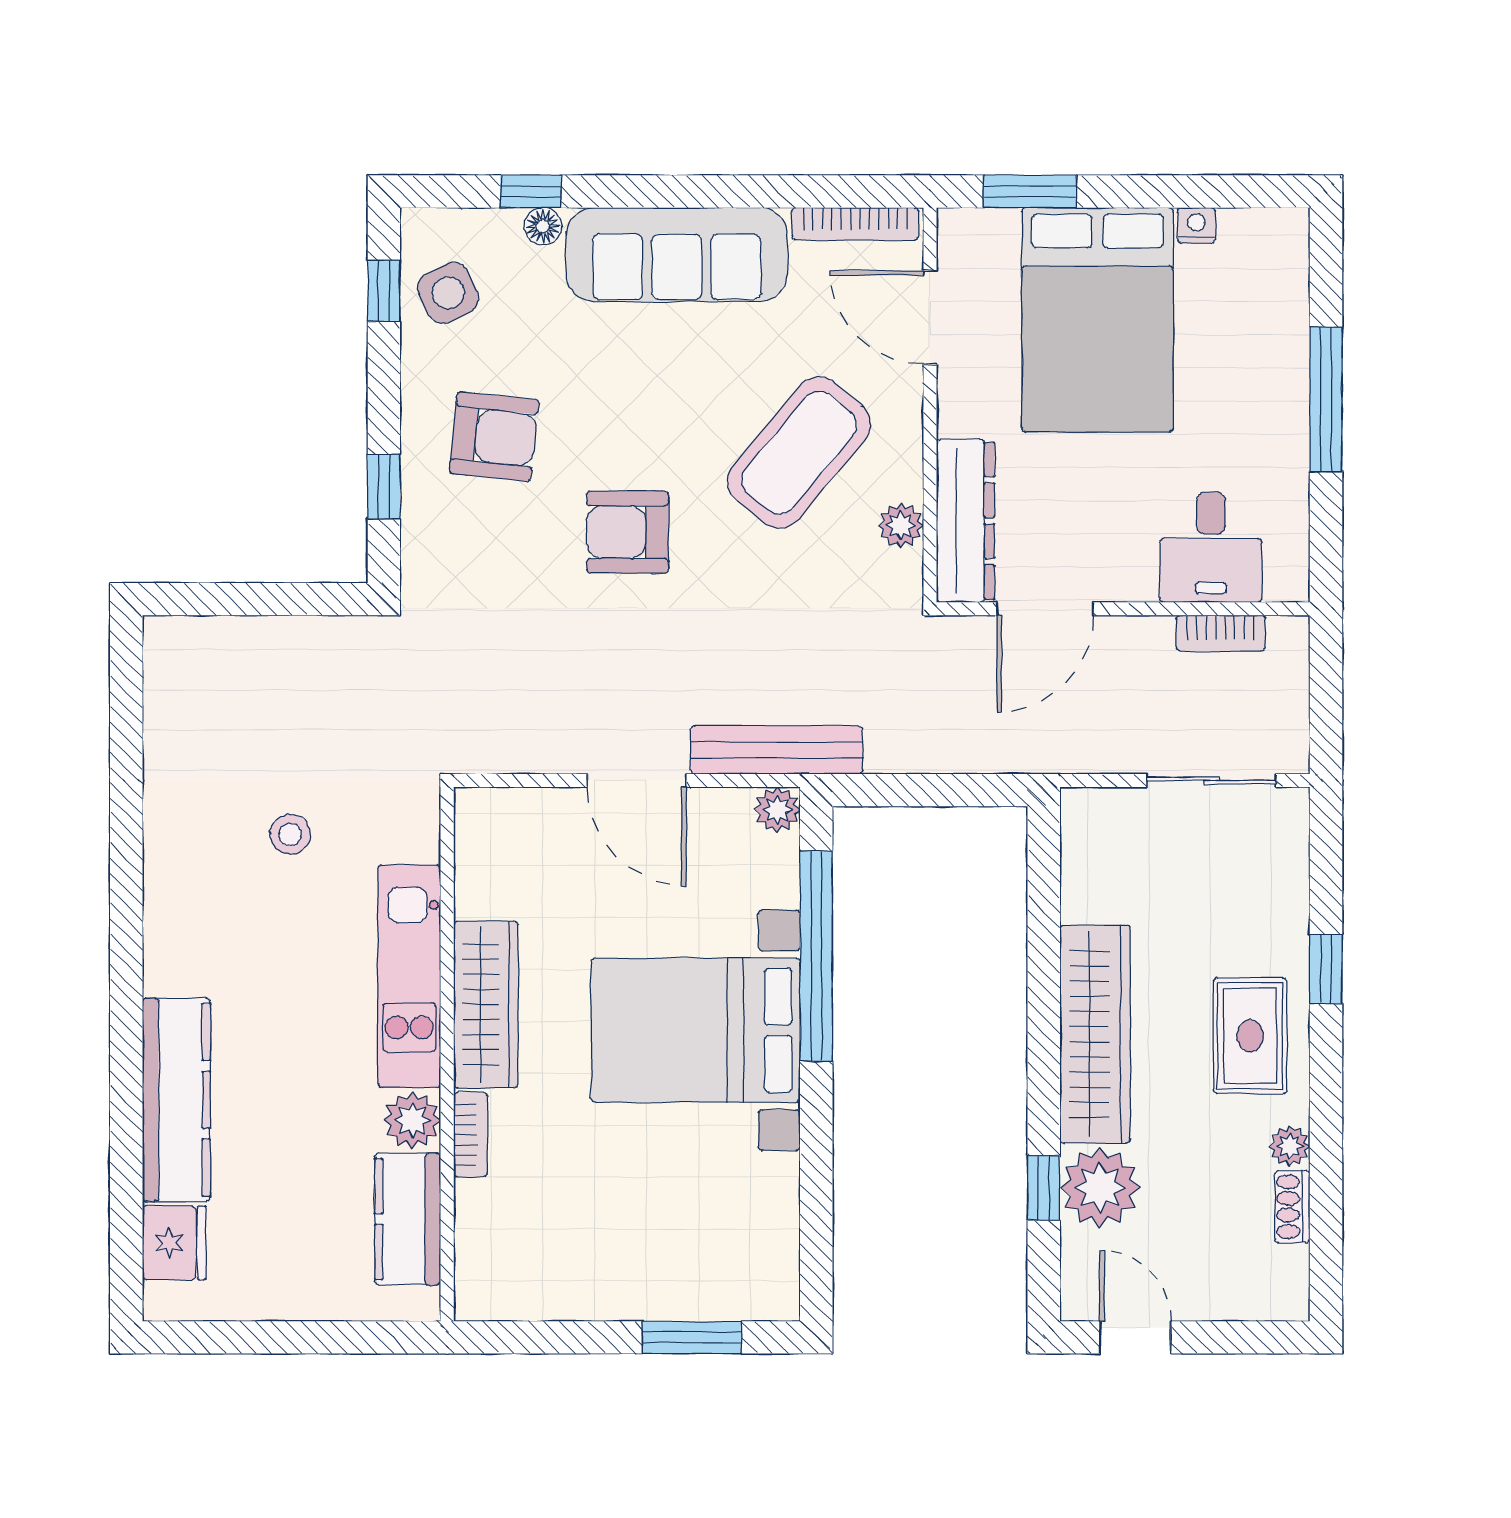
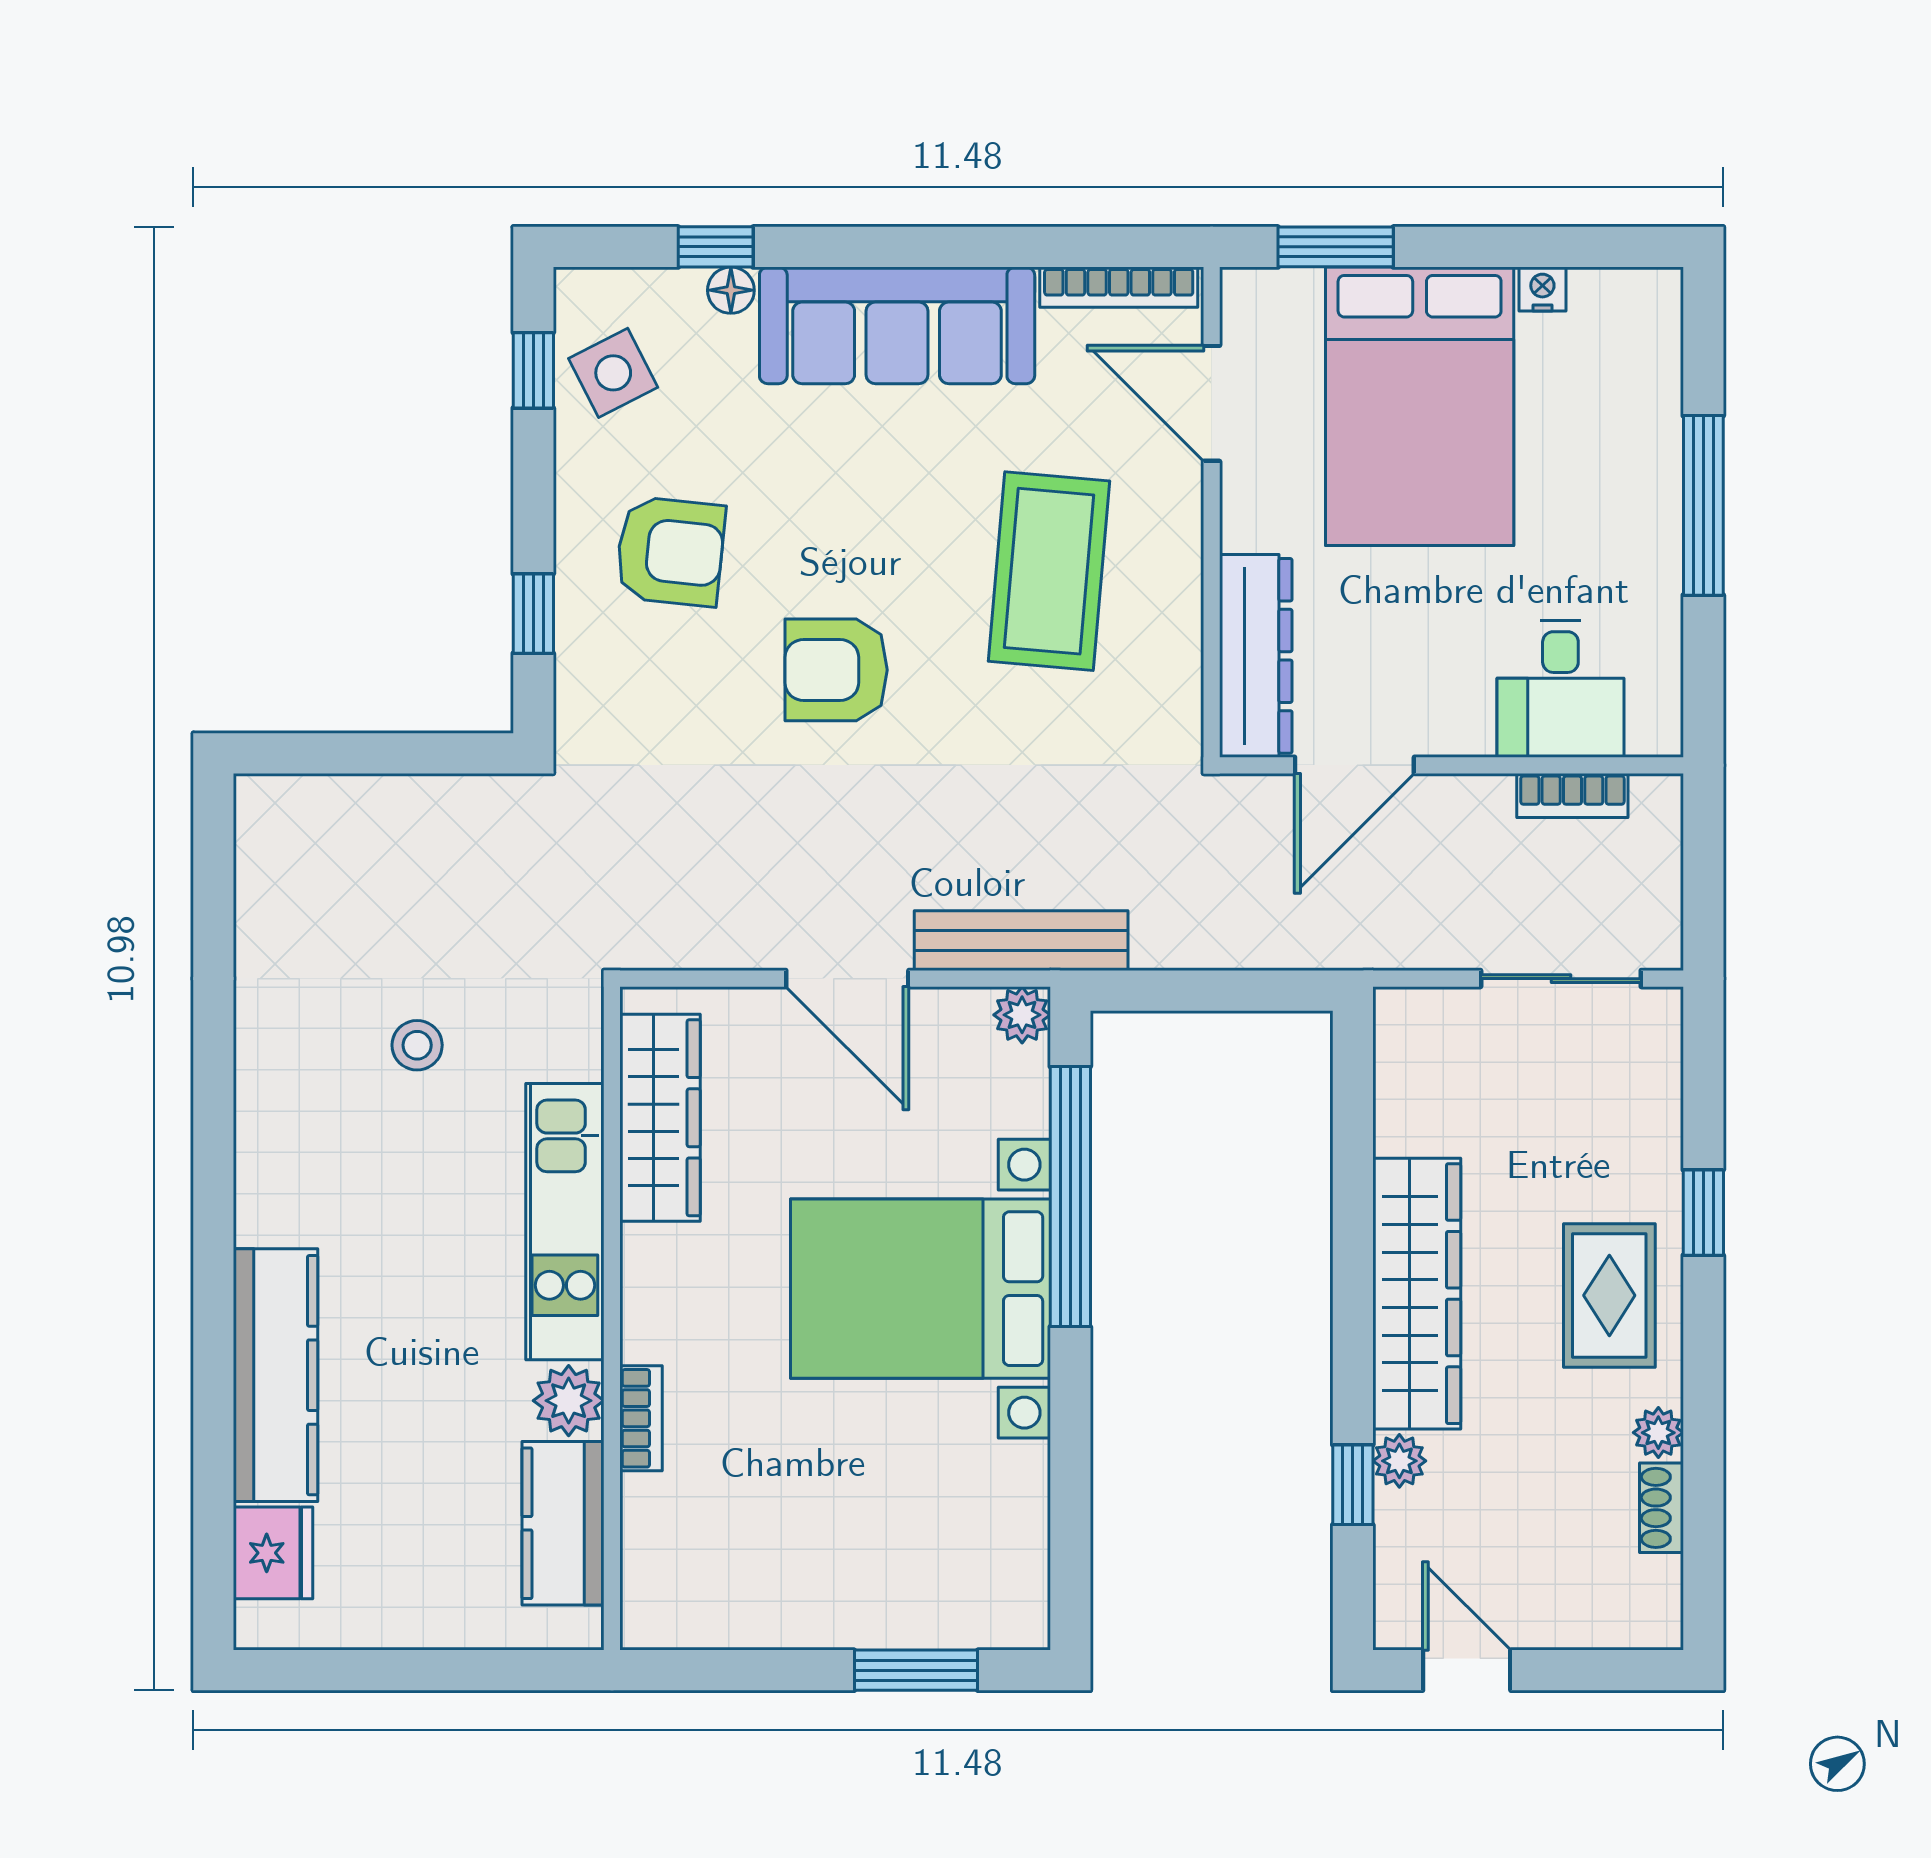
coffee table: (799, 452) -> (1049, 571), turned -35
plant: (901, 525) -> (1175, 662), removed
wardrobe: (486, 1004) -> (660, 1118), moved
plant: (1100, 1188) -> (1399, 1461), width x0.53, depth x0.53

